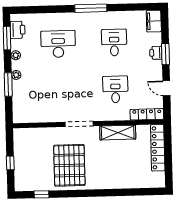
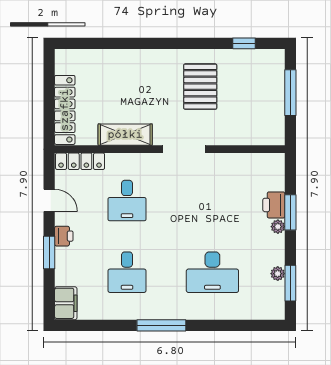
printer: (18, 30) -> (274, 205), moved
printer: (156, 53) -> (64, 236), moved
plant: (16, 55) -> (278, 274), moved
window: (10, 163) -> (290, 93), width x2.17
pallet: (69, 165) -> (200, 87), width x0.73, depth x0.71

